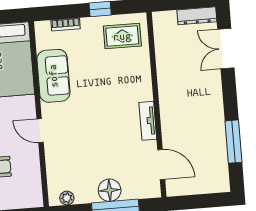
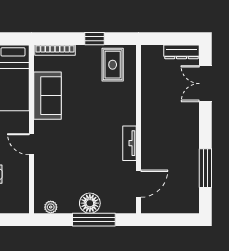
bookcase: (66, 24) -> (55, 50), width x1.56
rug: (122, 36) -> (113, 65), turned 90
door: (161, 164) -> (138, 184), hinge flipped

